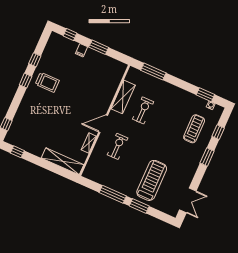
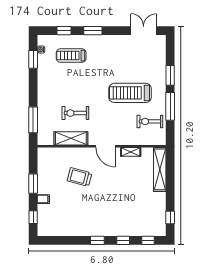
window: (35, 60) -> (123, 240), moved
trolley: (47, 82) -> (79, 177), moved, turned -75
exercise bike: (117, 146) -> (150, 121), moved
treadmill: (152, 180) -> (130, 93), moved

